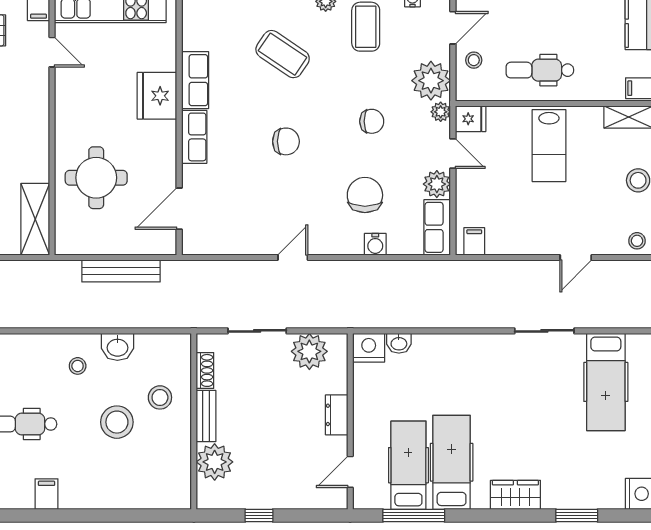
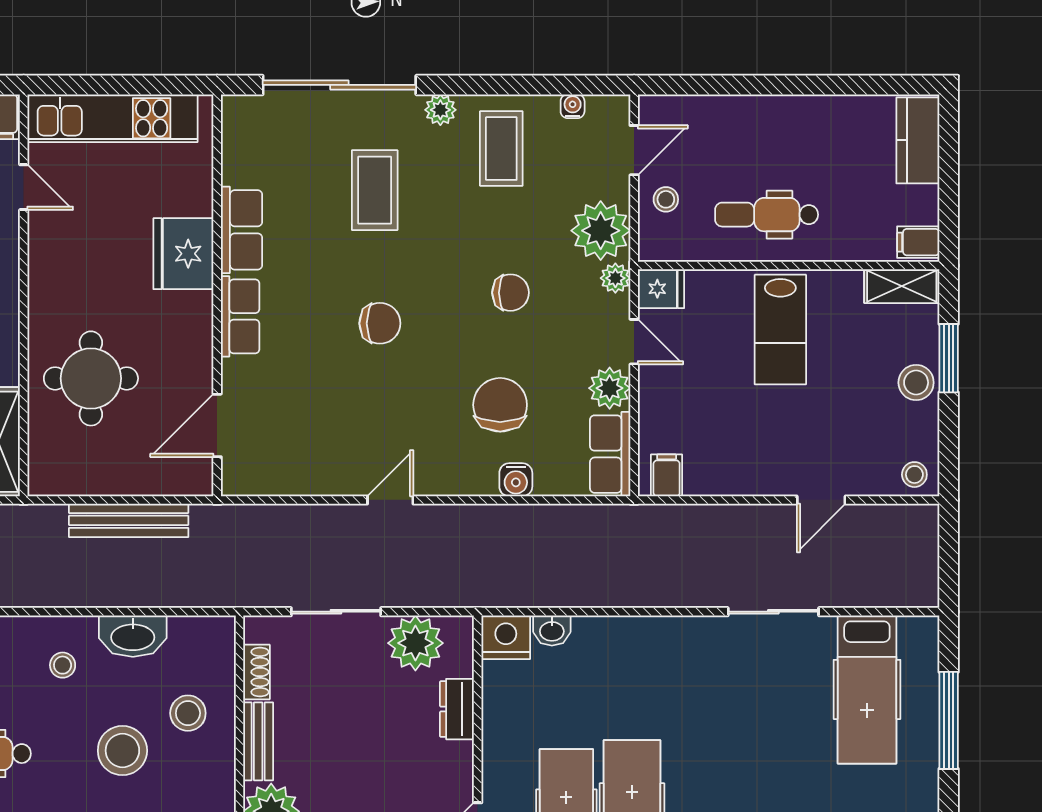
coffee table: (283, 54) -> (375, 190), turned 56
washbasin: (117, 347) -> (133, 636), width x1.38
dresser: (337, 415) -> (457, 709), moved

